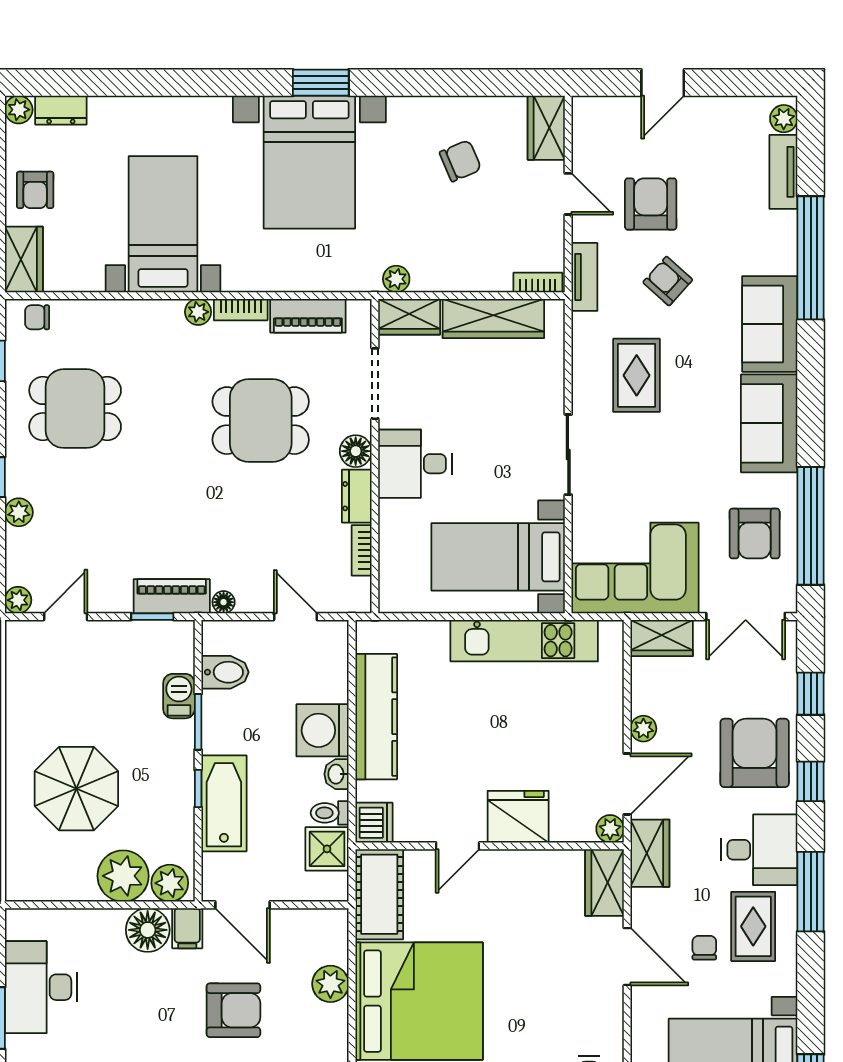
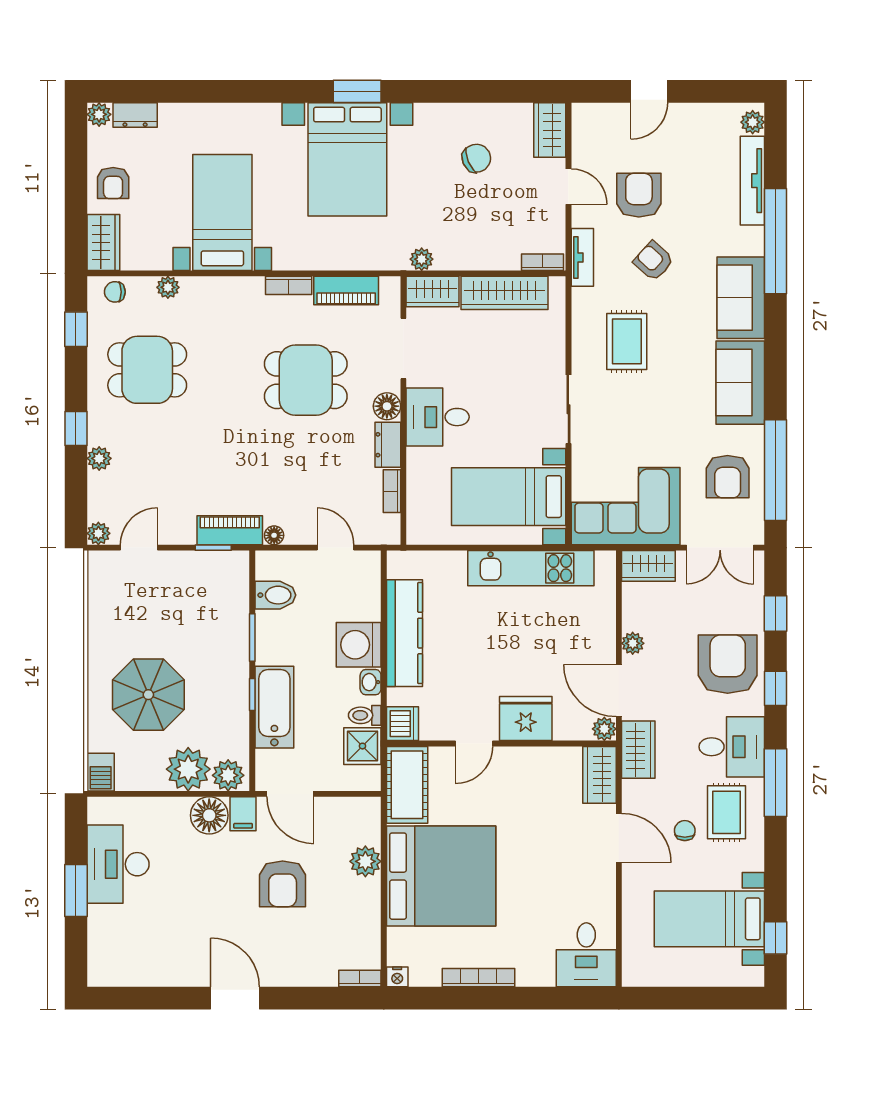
tv unit: (783, 172) -> (752, 181), width x1.41
plant: (198, 312) -> (168, 287), moved
barbecue: (179, 696) -> (101, 772), moved, turned 180
door: (627, 784) -> (619, 691), swing flipped
armchair: (233, 1010) -> (283, 884), turned 90

